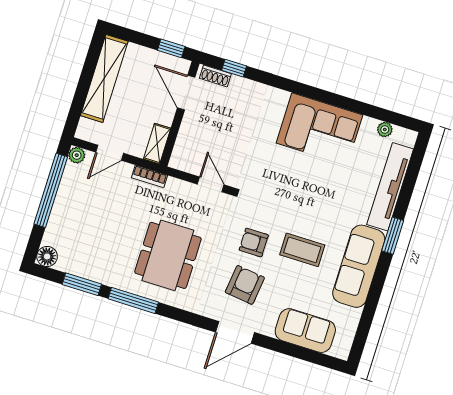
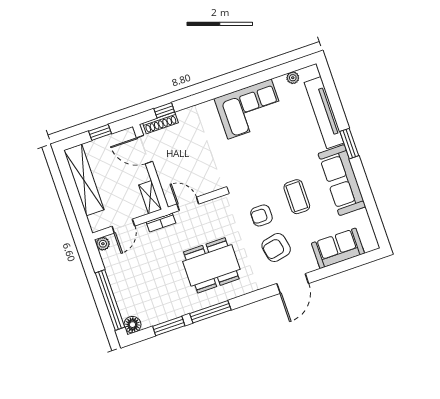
window: (171, 48) -> (100, 132), moved
shoe rack: (215, 76) -> (160, 123), width x1.43
door: (211, 184) -> (188, 204), moved
window: (51, 190) -> (110, 300), moved
coffee table: (302, 250) -> (297, 197), turned 90
dining table: (168, 255) -> (211, 265), turned 90
armchair: (245, 285) -> (276, 248), turned -109

